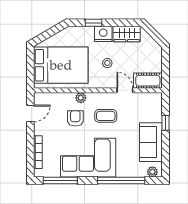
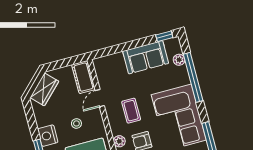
wardrobe: (127, 34) -> (44, 89), moved, turned 45
window: (165, 123) -> (164, 36), moved
plant: (152, 172) -> (179, 60), moved

